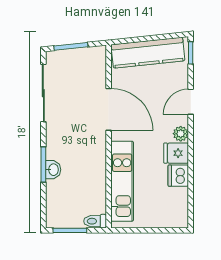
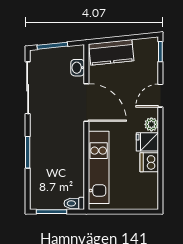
kitchen counter: (148, 53) -> (111, 52), width x0.67
washbasin: (53, 170) -> (78, 68), moved, turned 180

